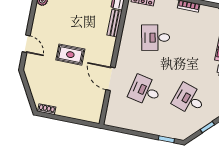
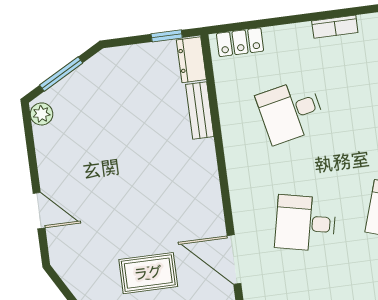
rug: (70, 55) -> (148, 273), moved
door: (110, 79) -> (234, 260), moved

